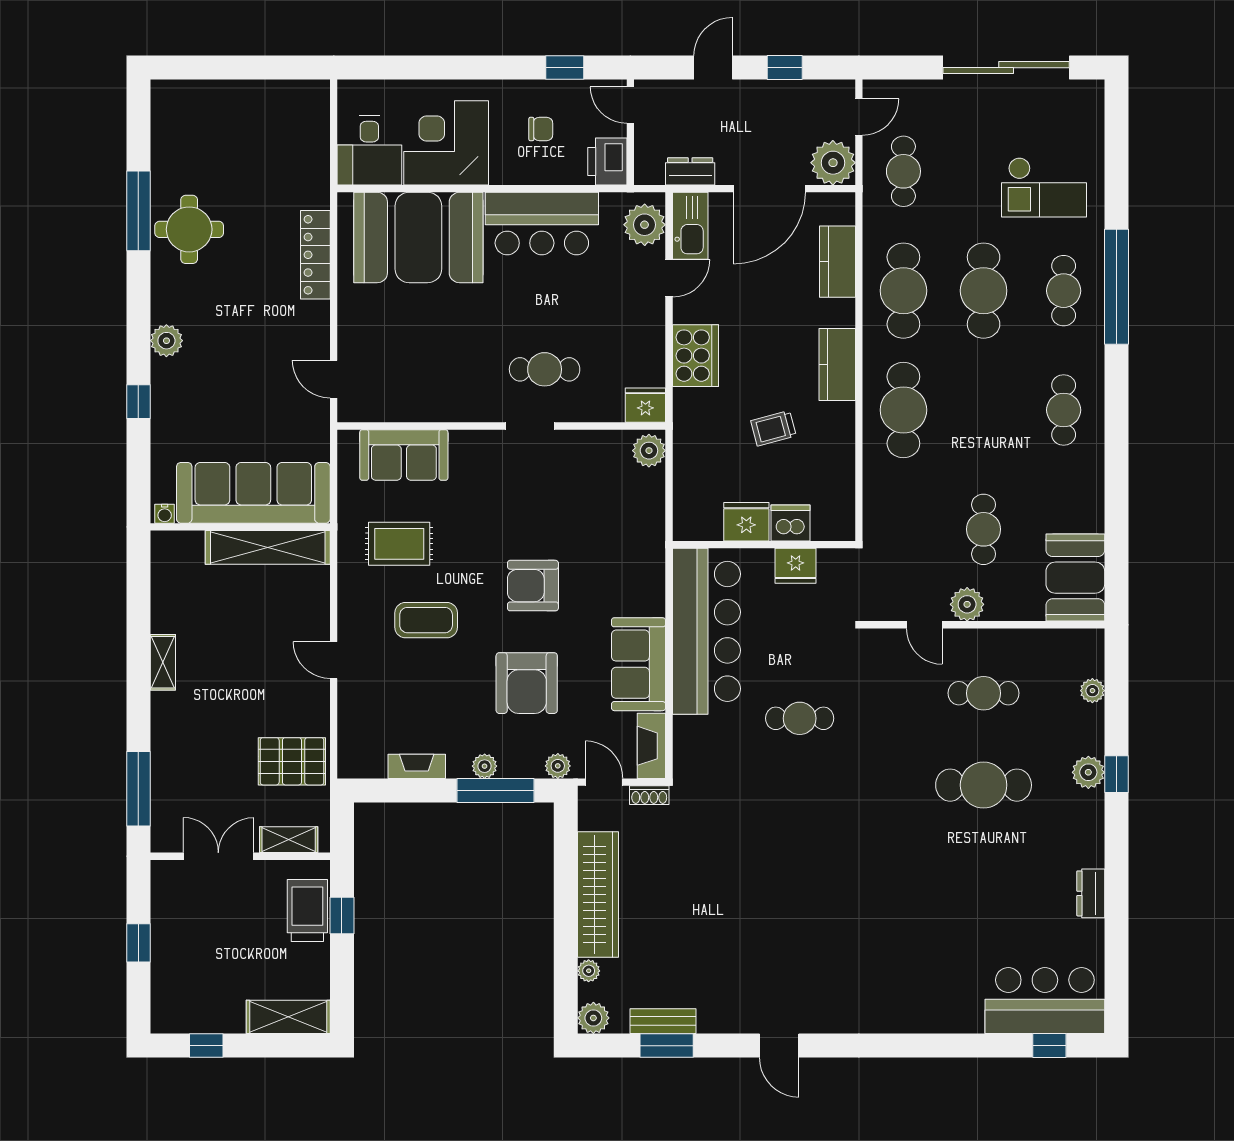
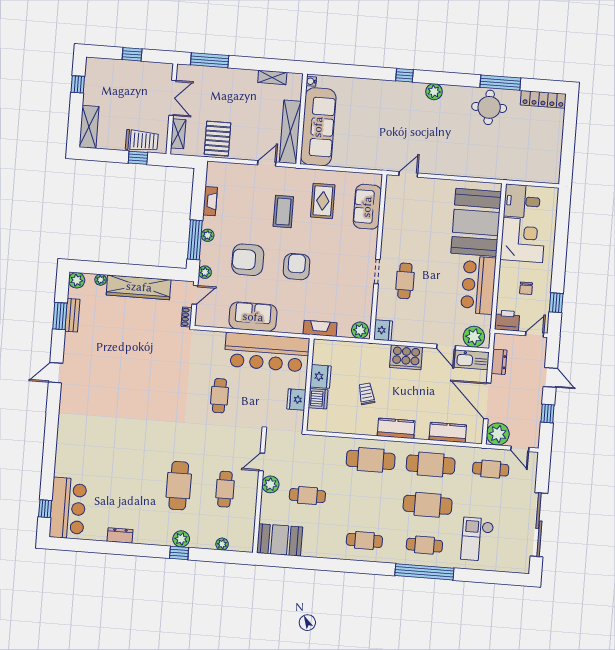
locker: (315, 255) -> (543, 99), moved, turned 180
sofa: (253, 493) -> (318, 127), moved
water cooler: (165, 514) -> (311, 81), moved
wall: (240, 527) -> (302, 119), moved
shelving: (268, 547) -> (290, 132), moved
fireplace: (651, 746) -> (320, 328), moved

